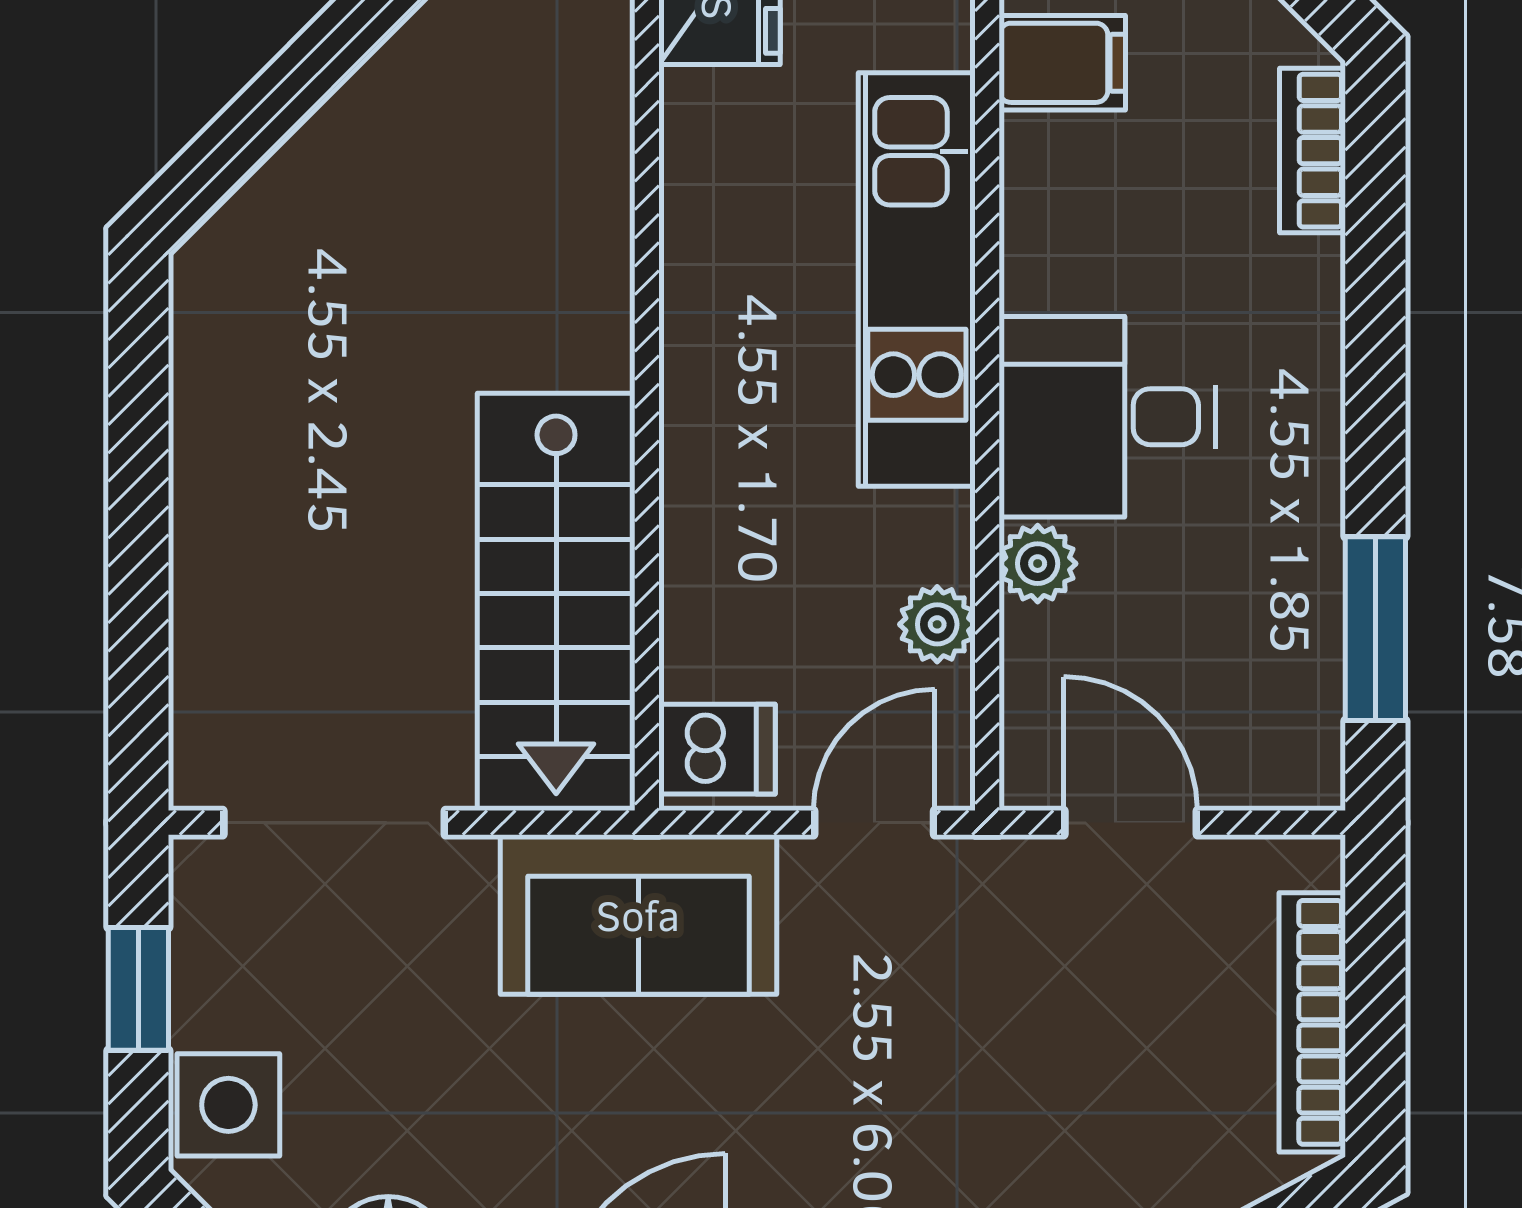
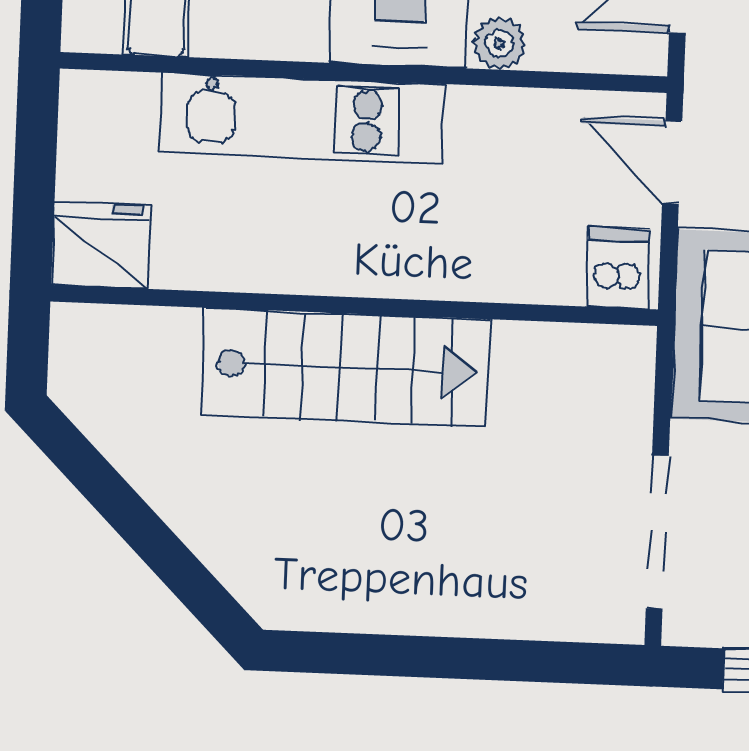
stairs: (556, 602) -> (345, 367), moved
plant: (937, 624) -> (538, 114), removed

